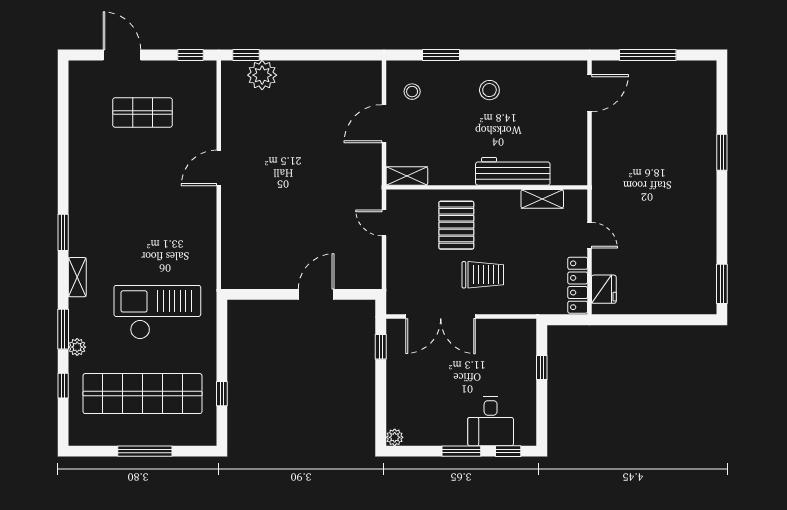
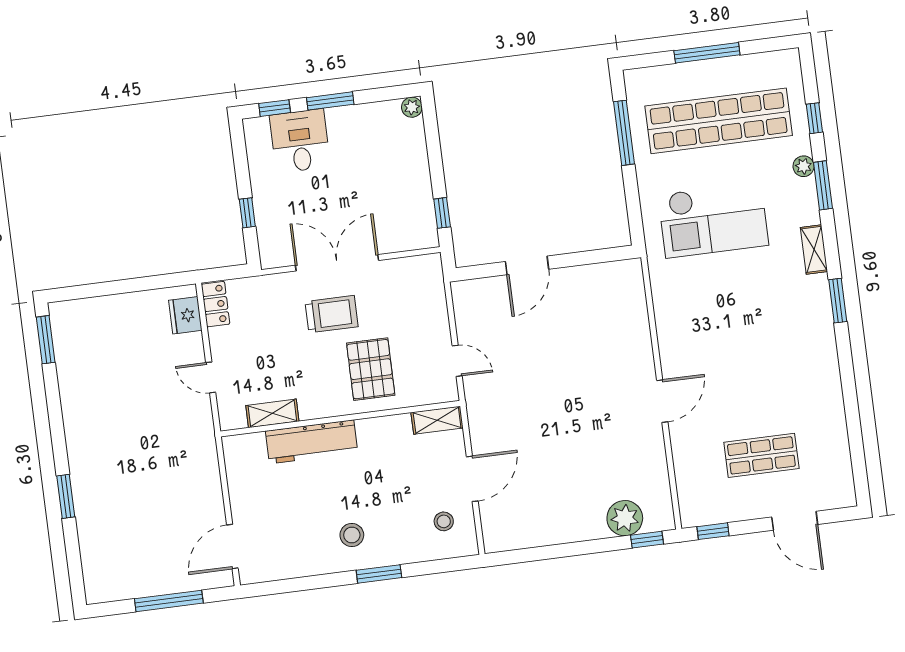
window: (441, 55) -> (379, 574), moved
trolley: (483, 275) -> (332, 314), turned 180
locker: (578, 285) -> (216, 304), width x0.66
double door: (441, 317) -> (337, 263), moved
window: (222, 394) -> (624, 133), width x2.17

